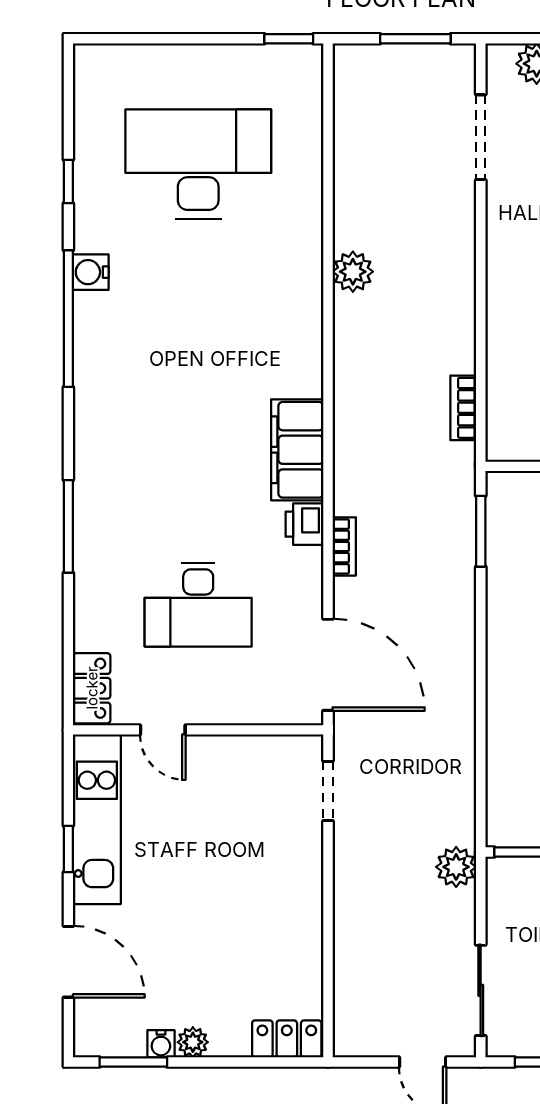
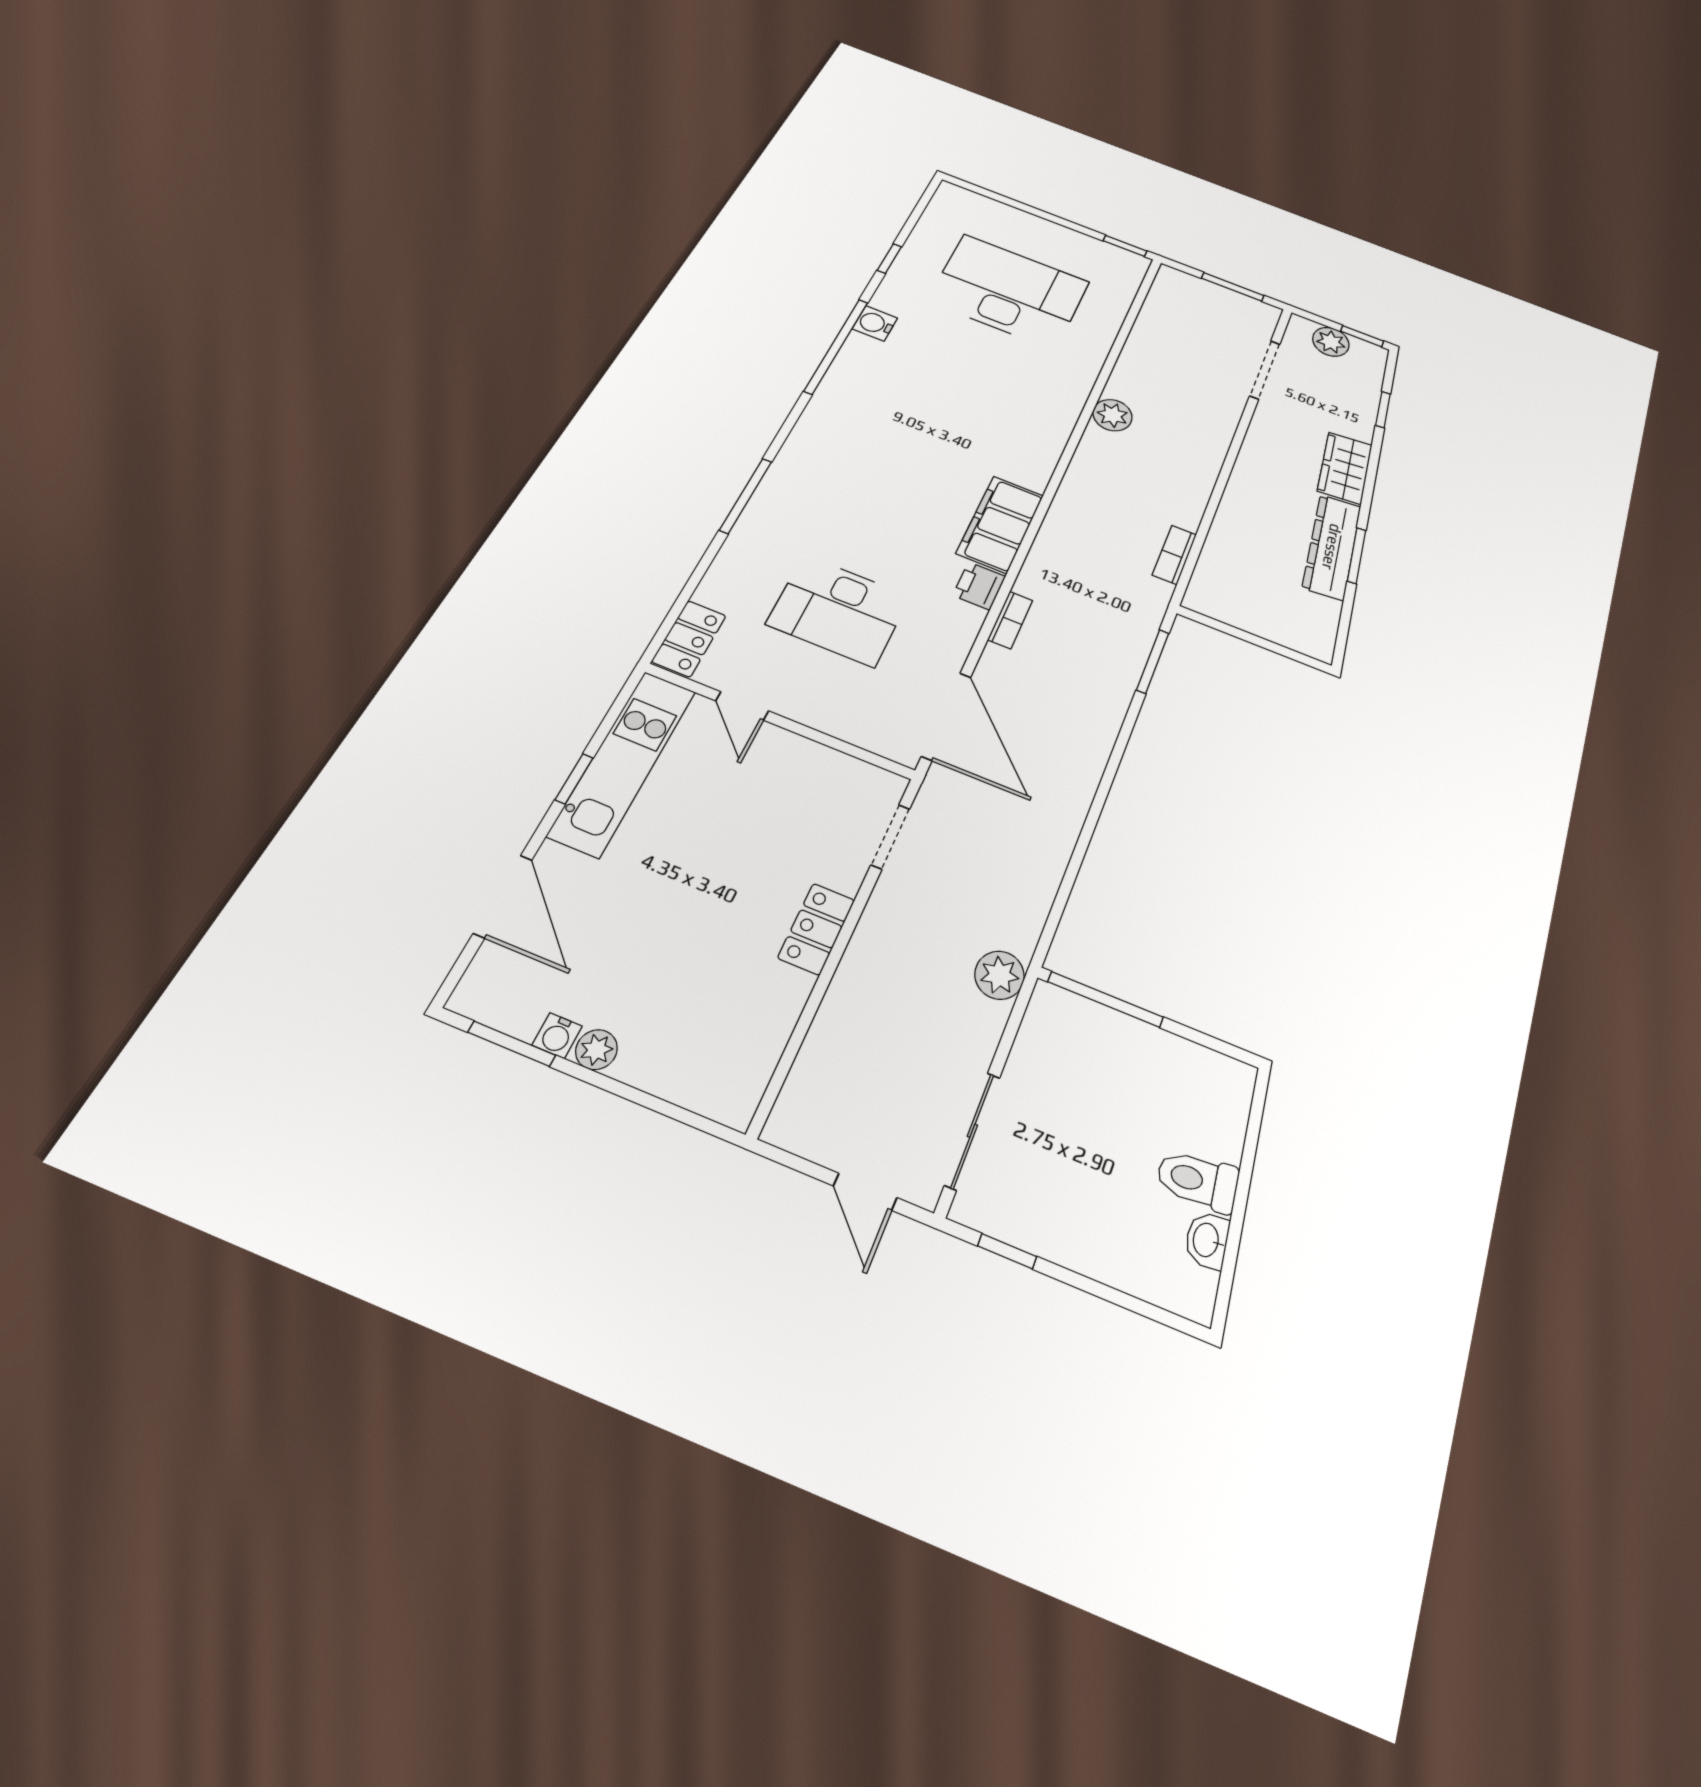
locker: (287, 1039) -> (816, 929), moved, turned -90

